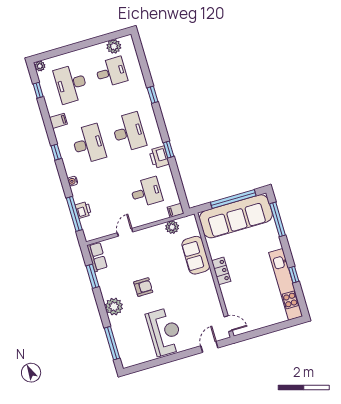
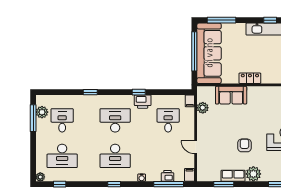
window: (104, 38) -> (33, 118), added
filing cabinet: (58, 121) -> (189, 175), moved
desk: (89, 144) -> (115, 156), turned 180
row of seats: (97, 257) -> (233, 176), moved

